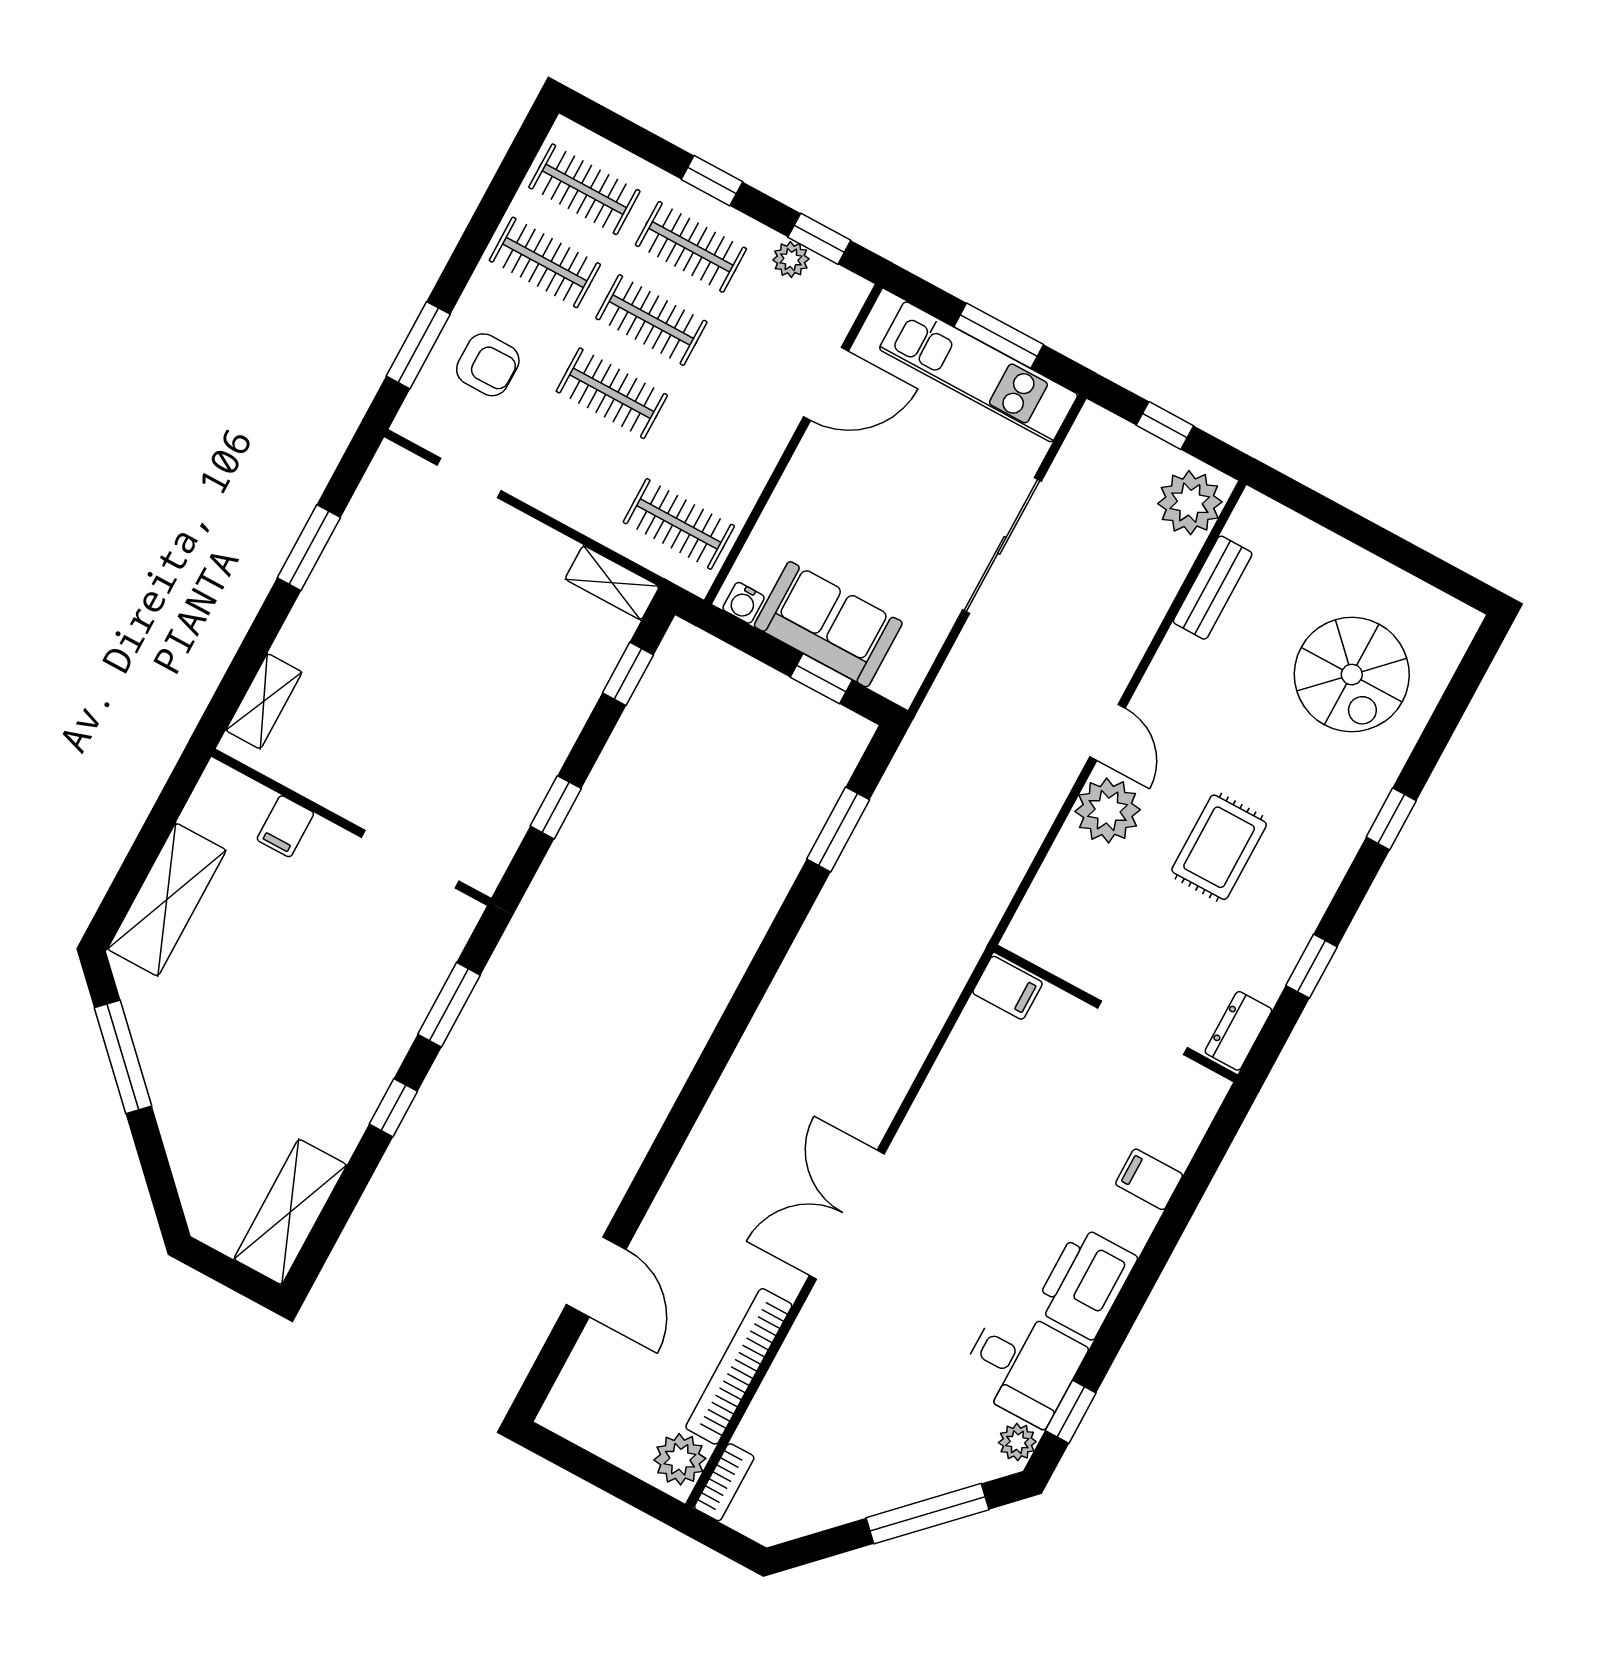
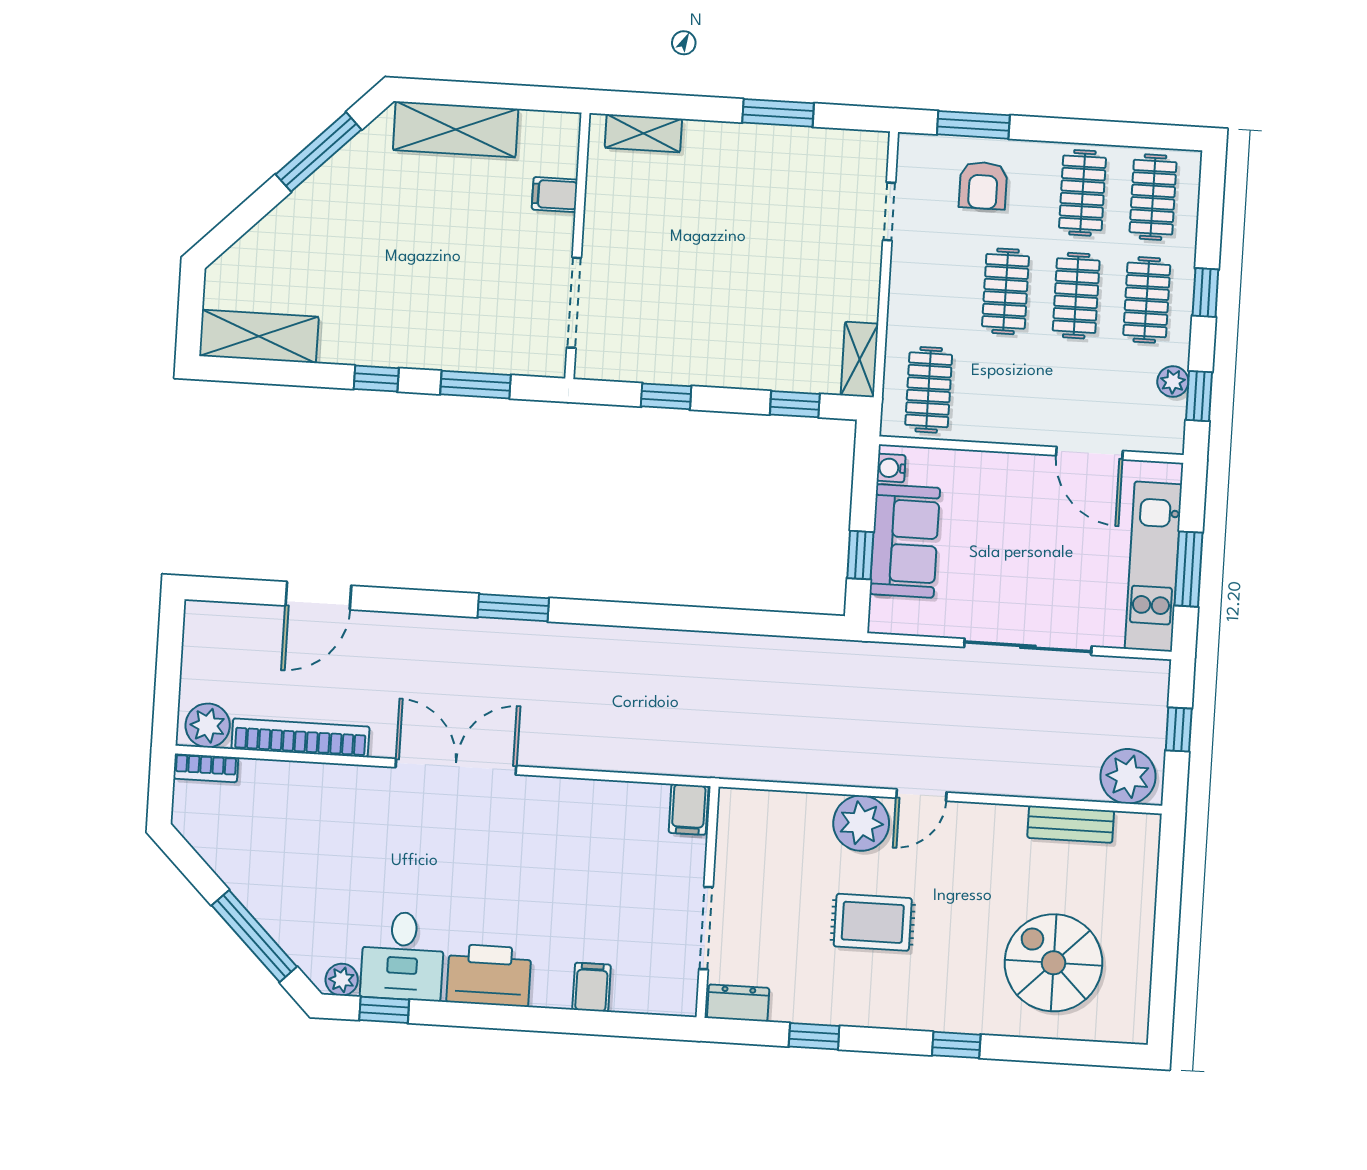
spiral stairs: (1352, 675) -> (1053, 963), turned 90
window: (838, 829) -> (513, 608), moved

